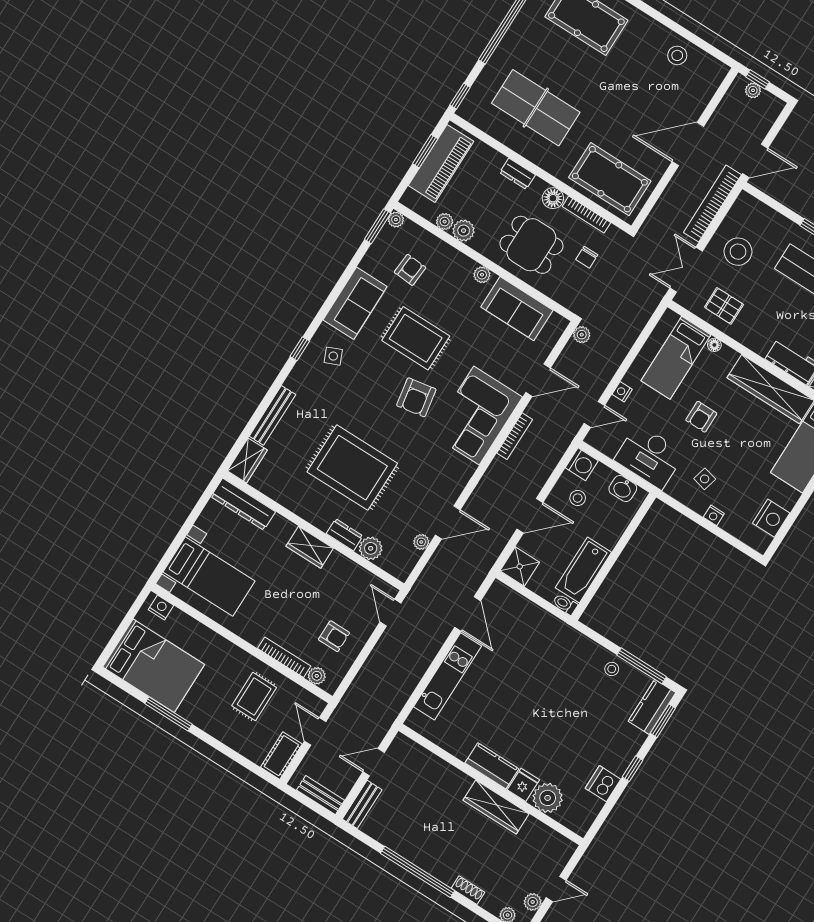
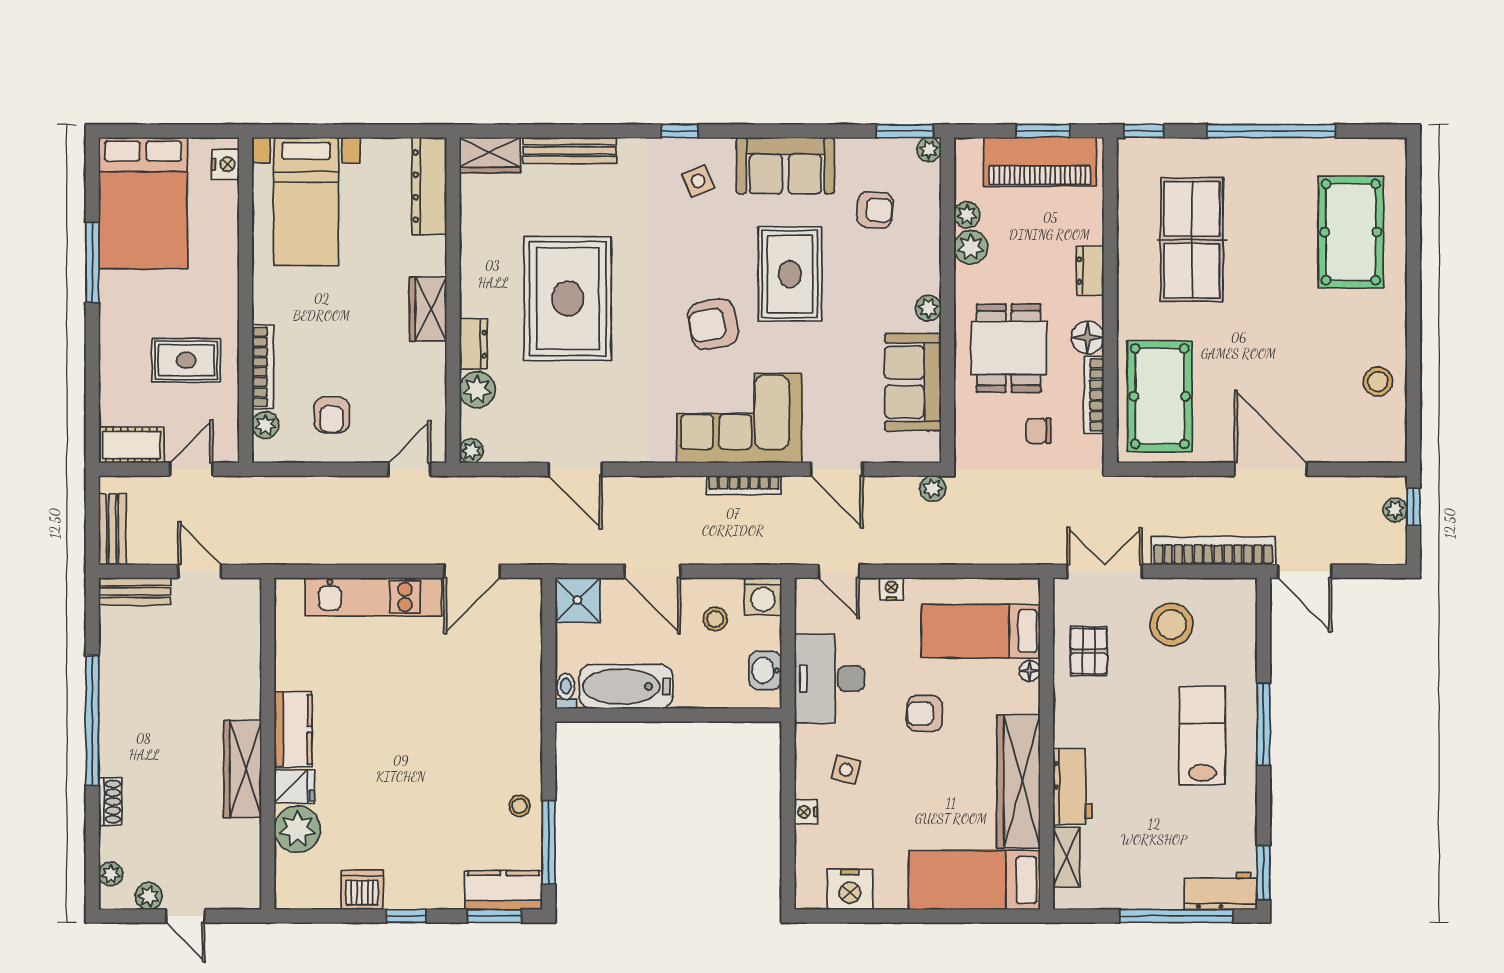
plant: (421, 542) -> (471, 451), moved

